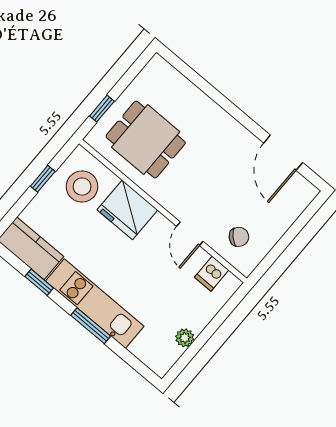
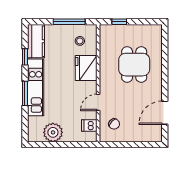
dining table: (146, 140) -> (134, 65), moved
window: (43, 179) -> (69, 22), width x2.17
stool: (82, 187) -> (80, 41), width x0.53, depth x0.53
plant: (185, 338) -> (53, 132), width x1.88, depth x1.88

